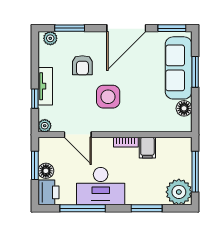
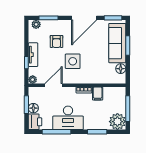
door: (78, 135) -> (54, 85), swing flipped

